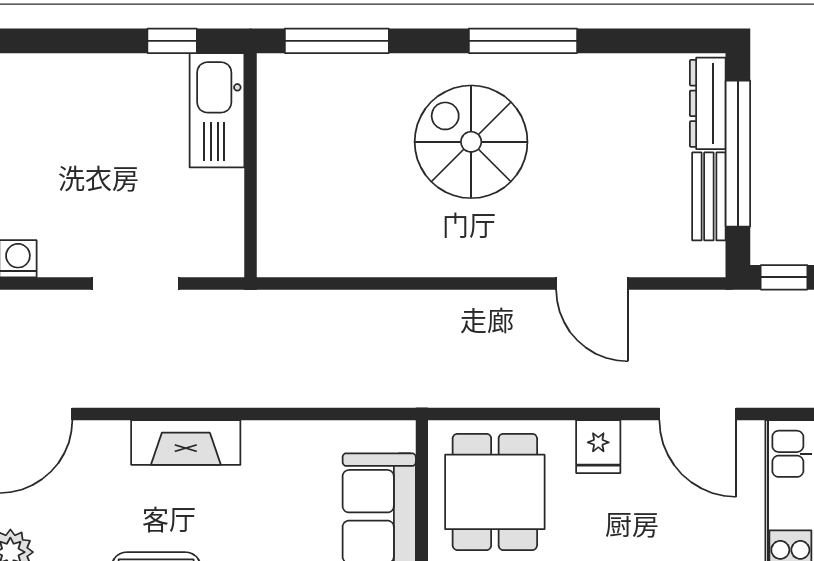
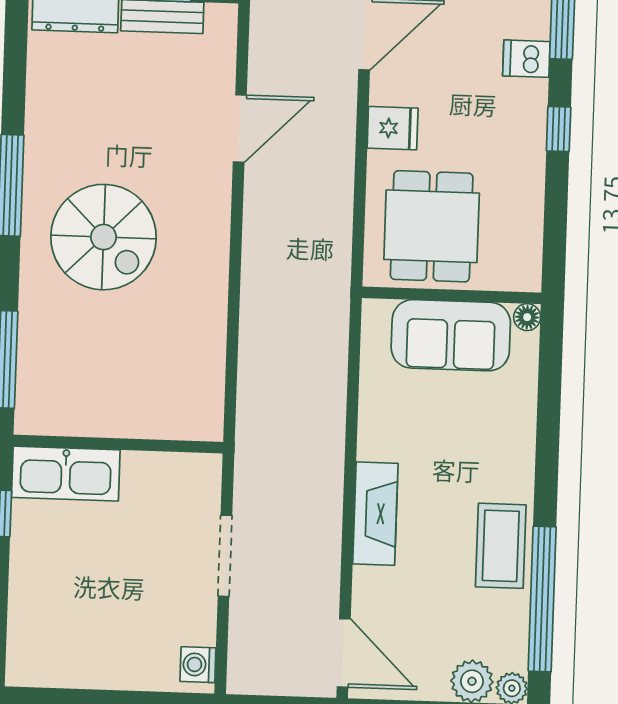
spiral stairs: (471, 142) -> (104, 237), turned -90
dining table: (495, 492) -> (432, 226), turned 90

